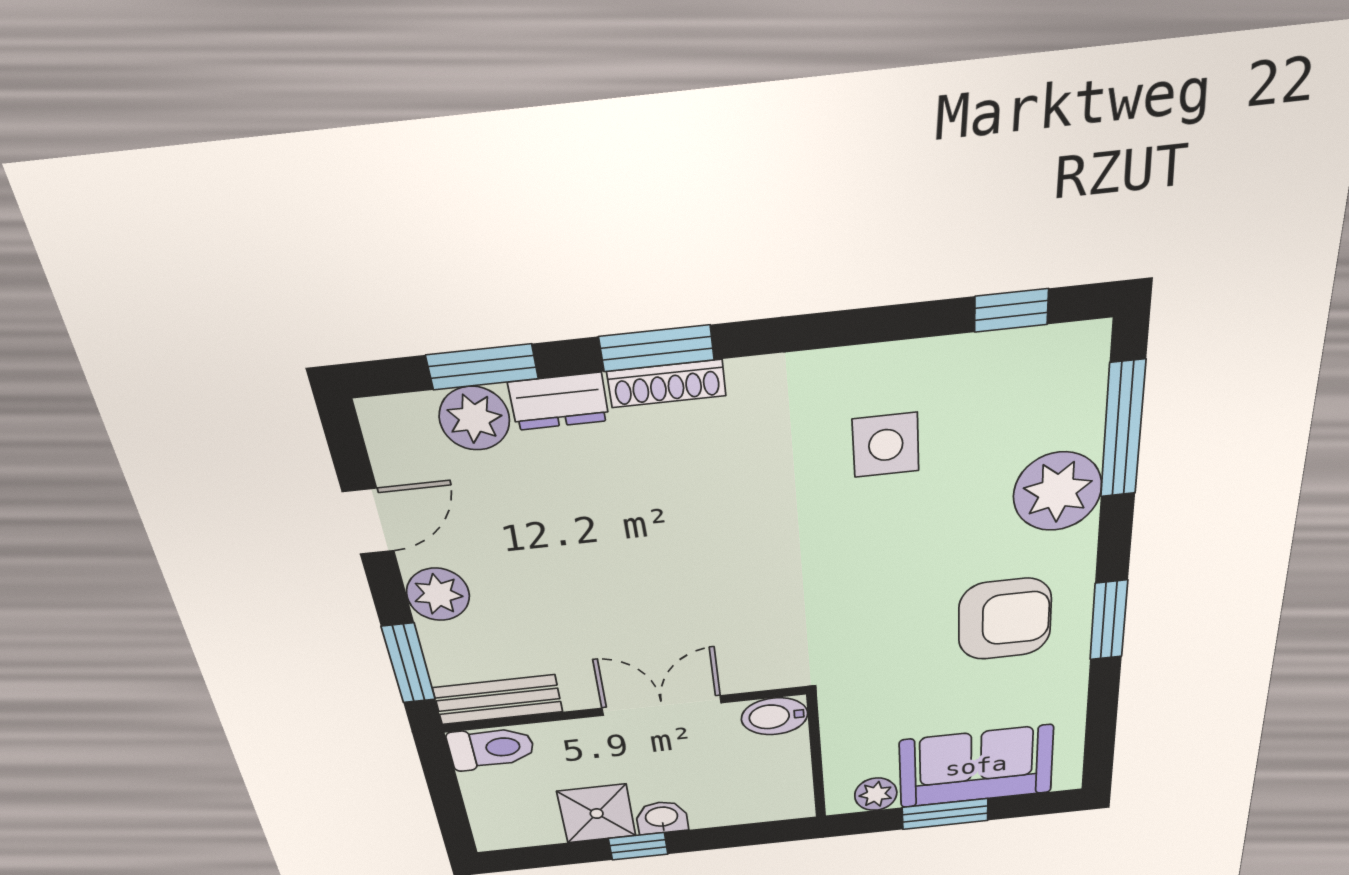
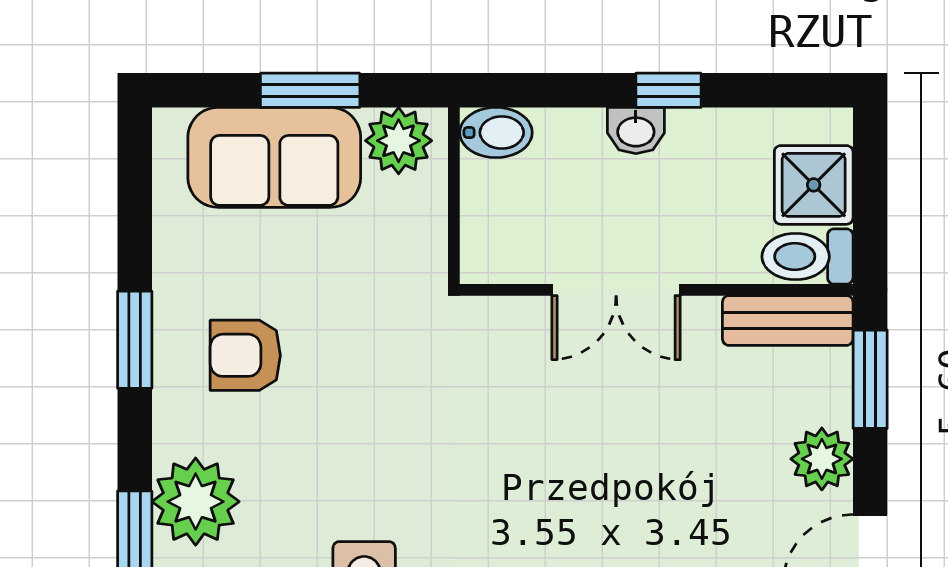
armchair: (1005, 619) -> (245, 355), width x0.72, depth x0.72
bidet: (775, 716) -> (496, 133), moved
plant: (876, 794) -> (399, 141), width x1.38, depth x1.38
shower: (597, 814) -> (814, 185), moved

